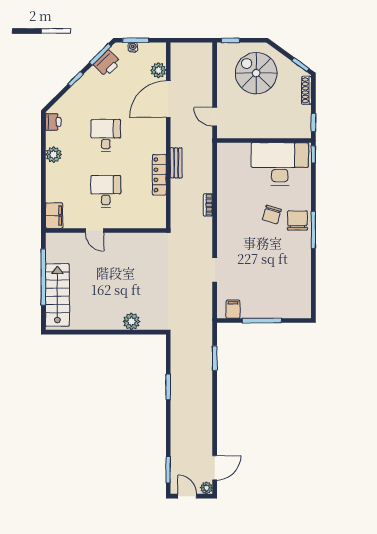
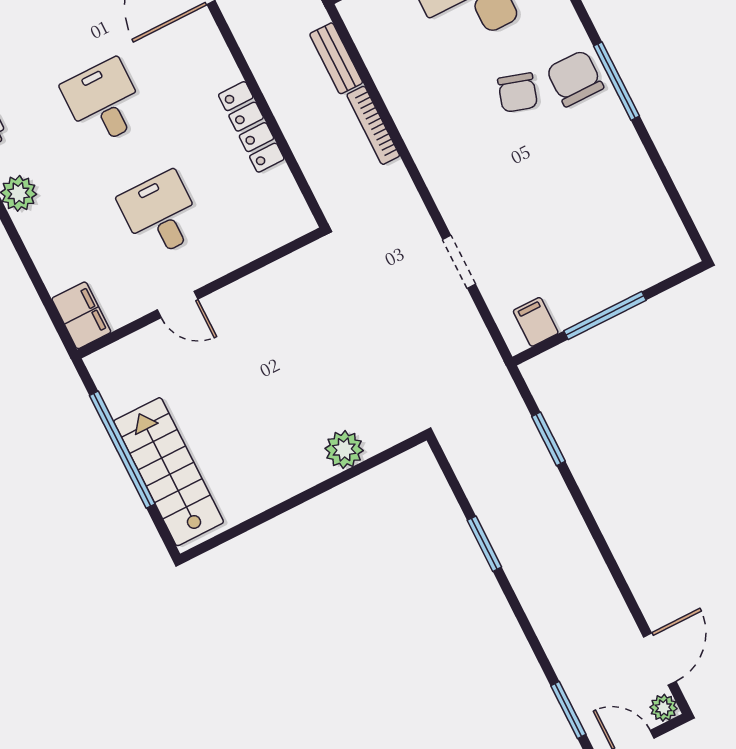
bench: (176, 163) -> (336, 58), moved
bookcase: (208, 205) -> (373, 125), width x1.56

